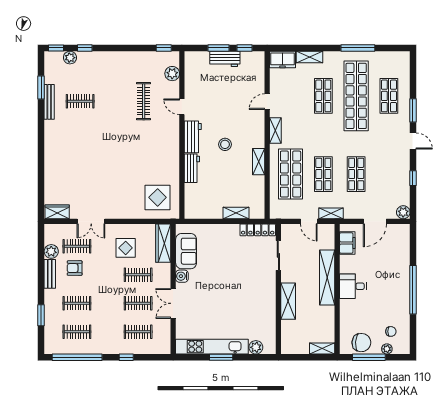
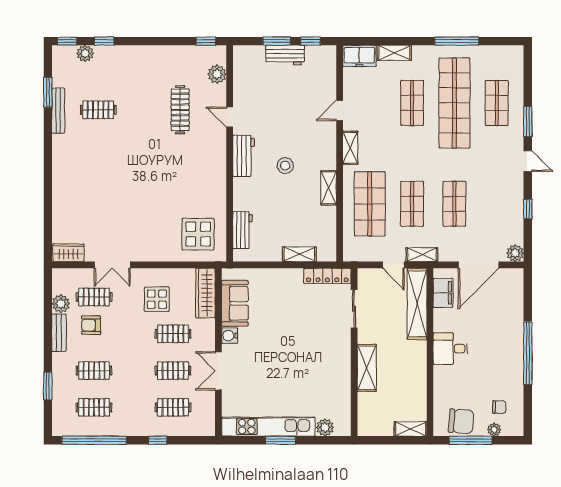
workbench: (192, 168) -> (242, 230), moved
door: (375, 221) -> (478, 265), width x1.36
shelving: (327, 278) -> (417, 304), moved

